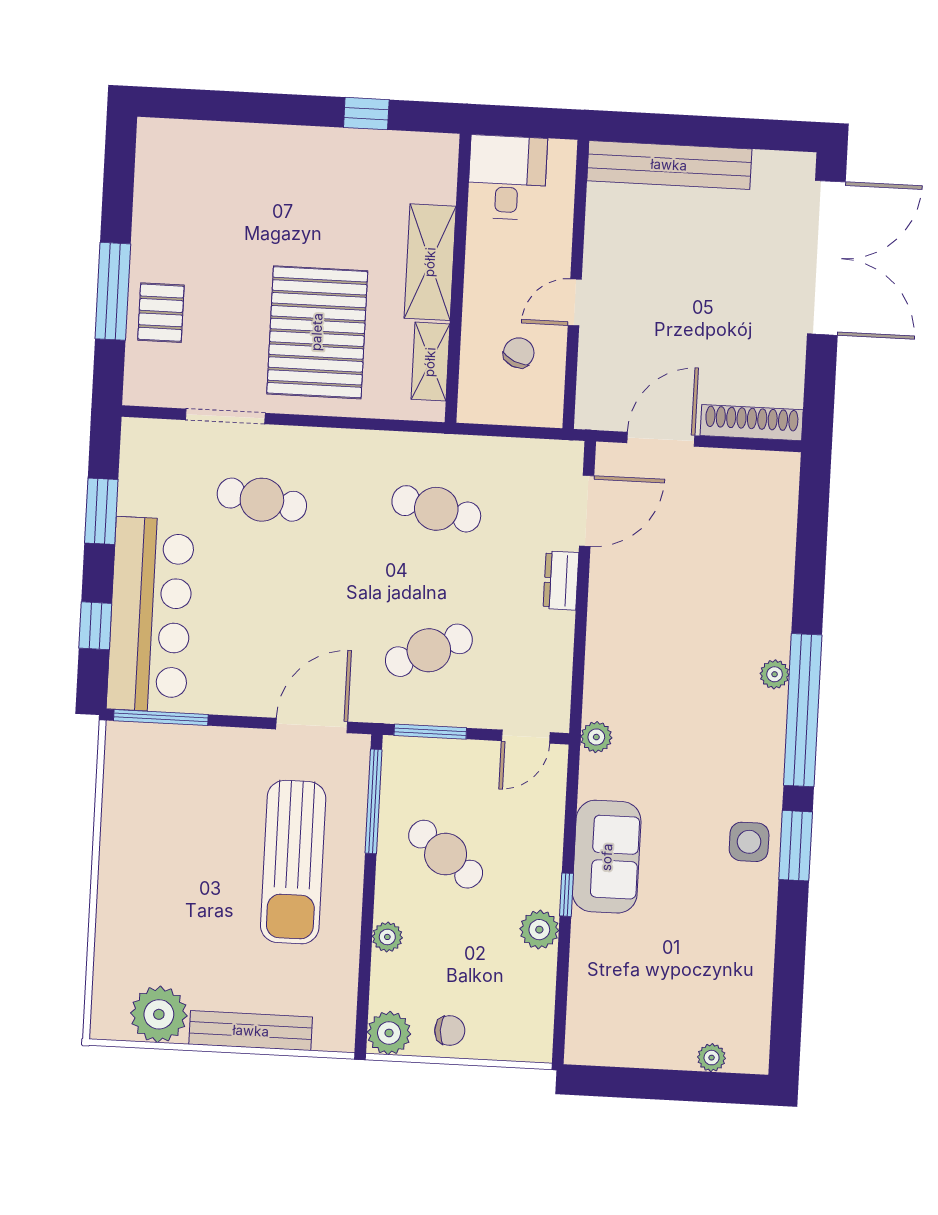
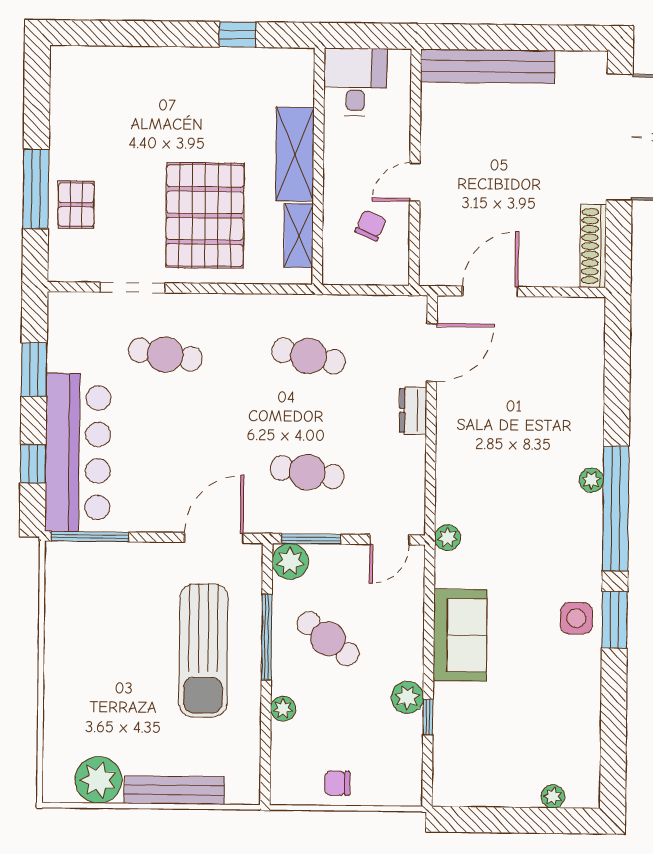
shoe rack: (752, 423) -> (593, 246), moved, turned -90
cafe table: (429, 650) -> (307, 472), turned 33
window: (373, 801) -> (267, 637), moved
window: (567, 895) -> (428, 717), moved
chair: (450, 1031) -> (337, 783), turned 180
plant: (389, 1033) -> (290, 561), moved

